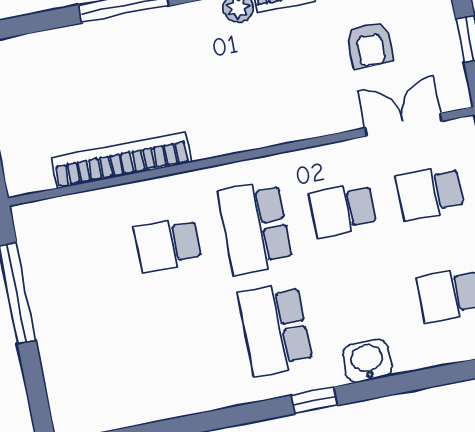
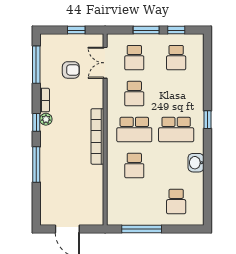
bookcase: (121, 160) -> (97, 136), moved
washbasin: (367, 361) -> (196, 163), moved
school desk: (100, 363) -> (176, 201), added

